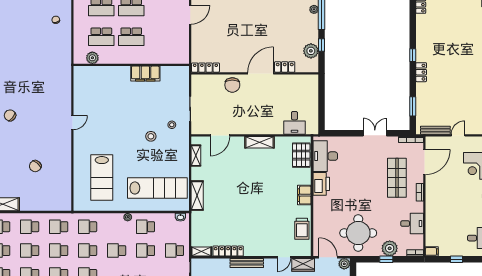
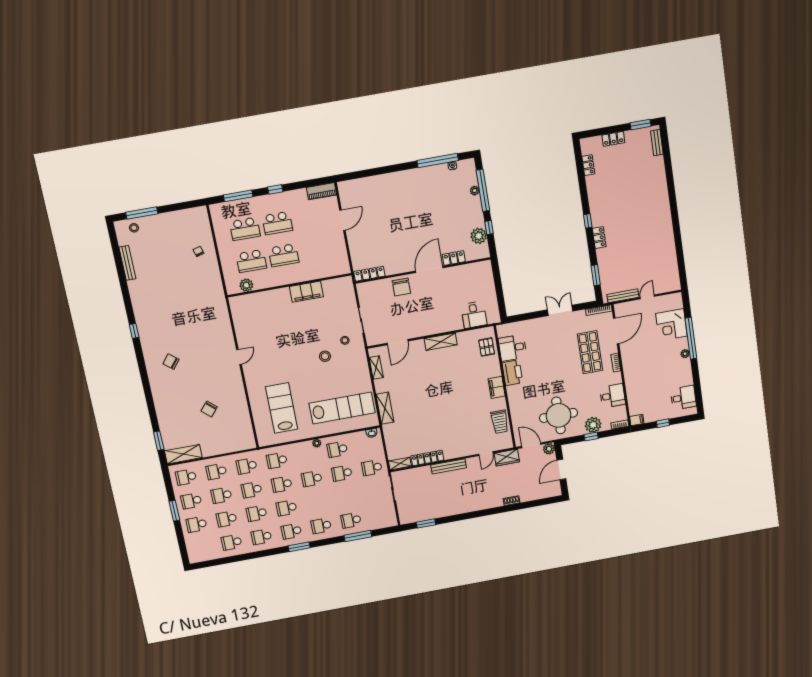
pallet: (301, 155) -> (487, 347), width x0.67, depth x0.71
desk: (325, 156) -> (513, 348), width x0.73
lab bench: (102, 177) -> (282, 408), turned 180

